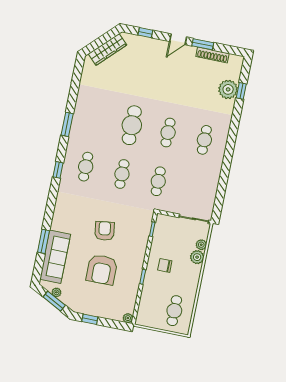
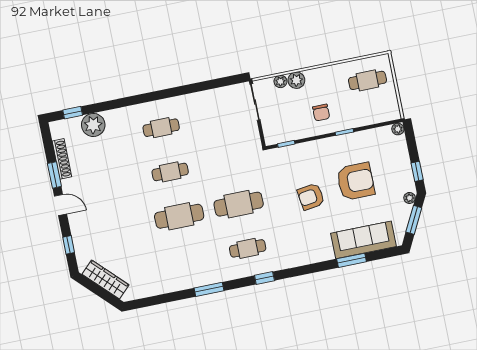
window: (241, 91) -> (73, 113), moved
cafe table: (122, 174) -> (239, 204), width x1.37, depth x1.35
cafe table: (158, 181) -> (230, 160), removed
plant: (56, 292) -> (410, 198), moved

